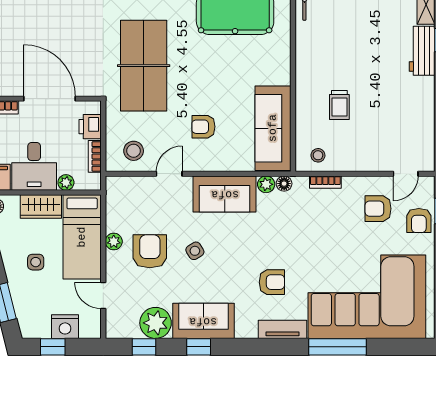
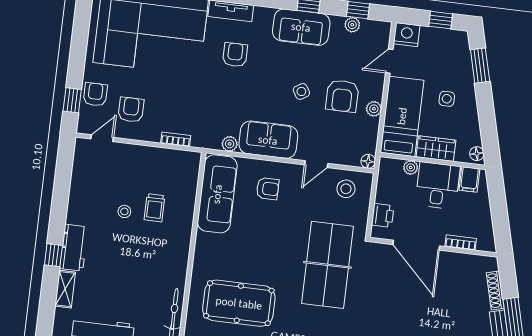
trolley: (339, 105) -> (154, 208), turned 180
armchair: (203, 127) -> (268, 189), moved
stool: (318, 155) -> (124, 211), moved
bookcase: (95, 156) -> (382, 188), removed
floor lamp: (284, 184) -> (368, 161), moved
armchair: (378, 209) -> (131, 110), turned -90
armchair: (272, 282) -> (235, 55), turned 90
door: (103, 295) -> (389, 61), swing flipped
plant: (156, 323) -> (352, 25), width x0.53, depth x0.53
nightstand: (65, 327) -> (407, 35), moved

